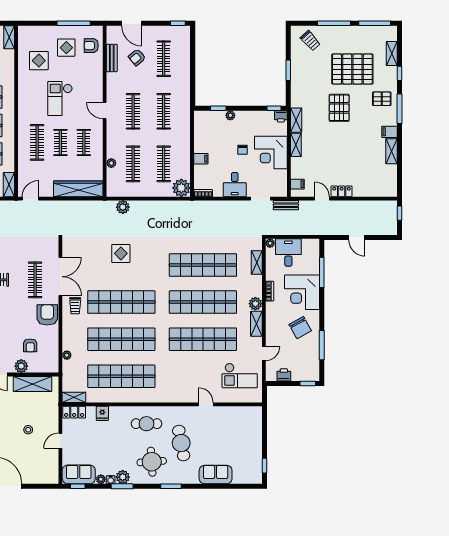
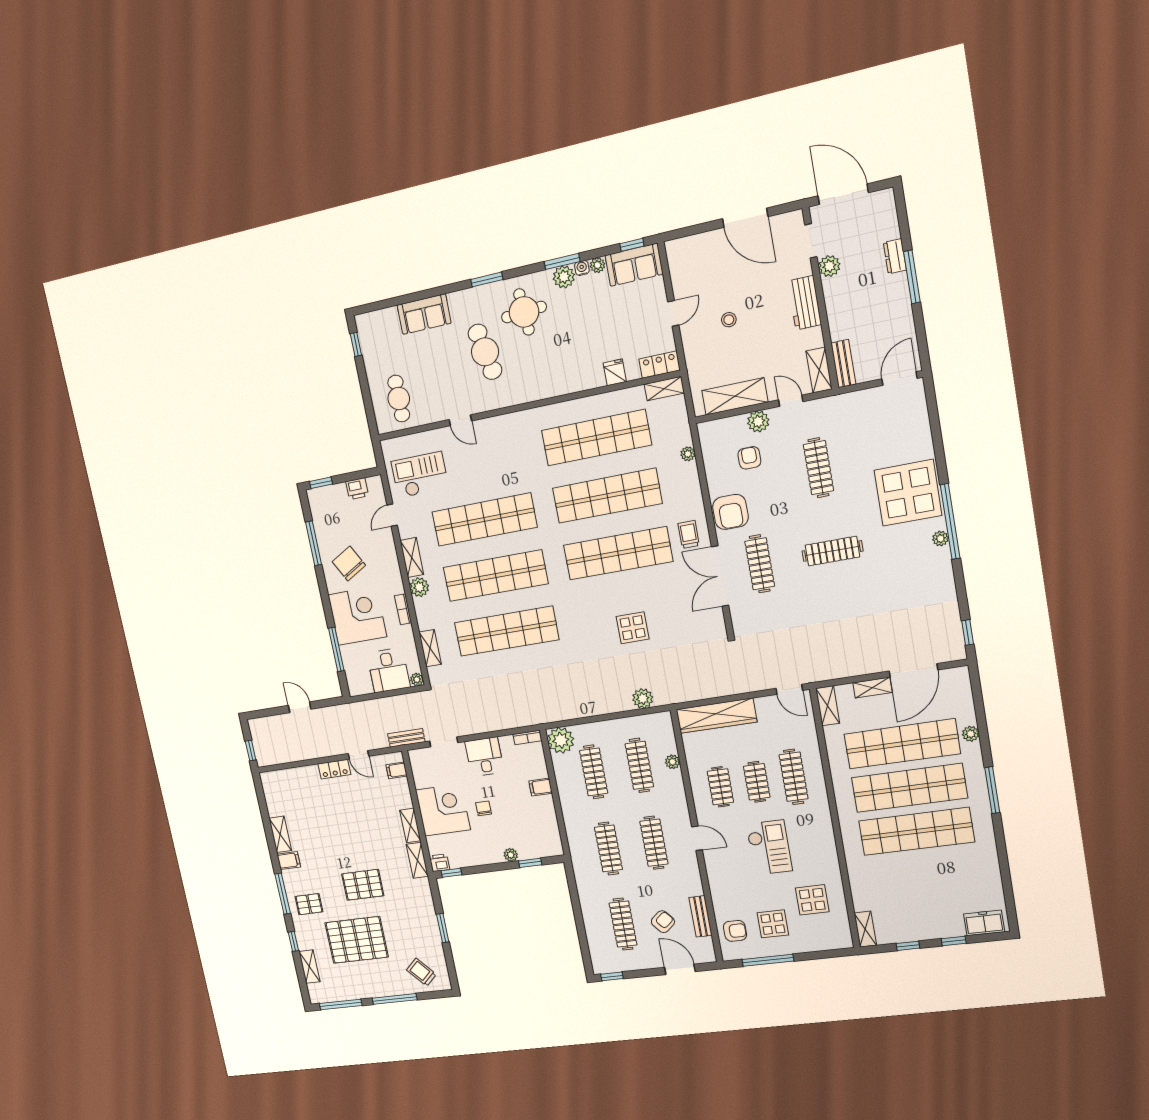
pallet: (339, 108) -> (363, 885), turned 90
door: (30, 199) -> (789, 689), hinge flipped
cafe table: (146, 424) -> (399, 399), moved, turned 90

